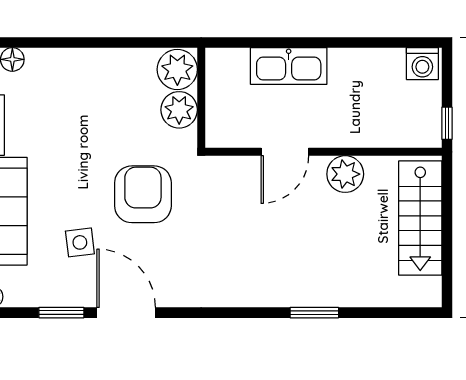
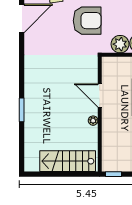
plant: (345, 174) -> (93, 121), width x0.53, depth x0.53
armchair: (143, 194) -> (87, 21), moved

